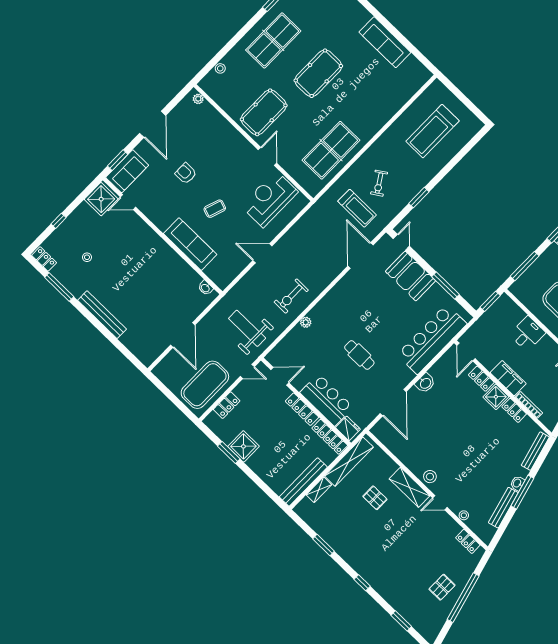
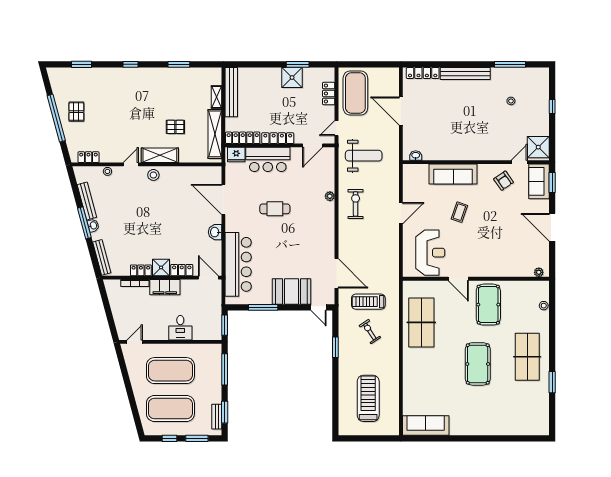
sofa: (385, 42) -> (426, 426), moved
armchair: (186, 173) -> (504, 181), moved, turned 55
locker: (44, 259) -> (423, 73), moved, width x1.53

